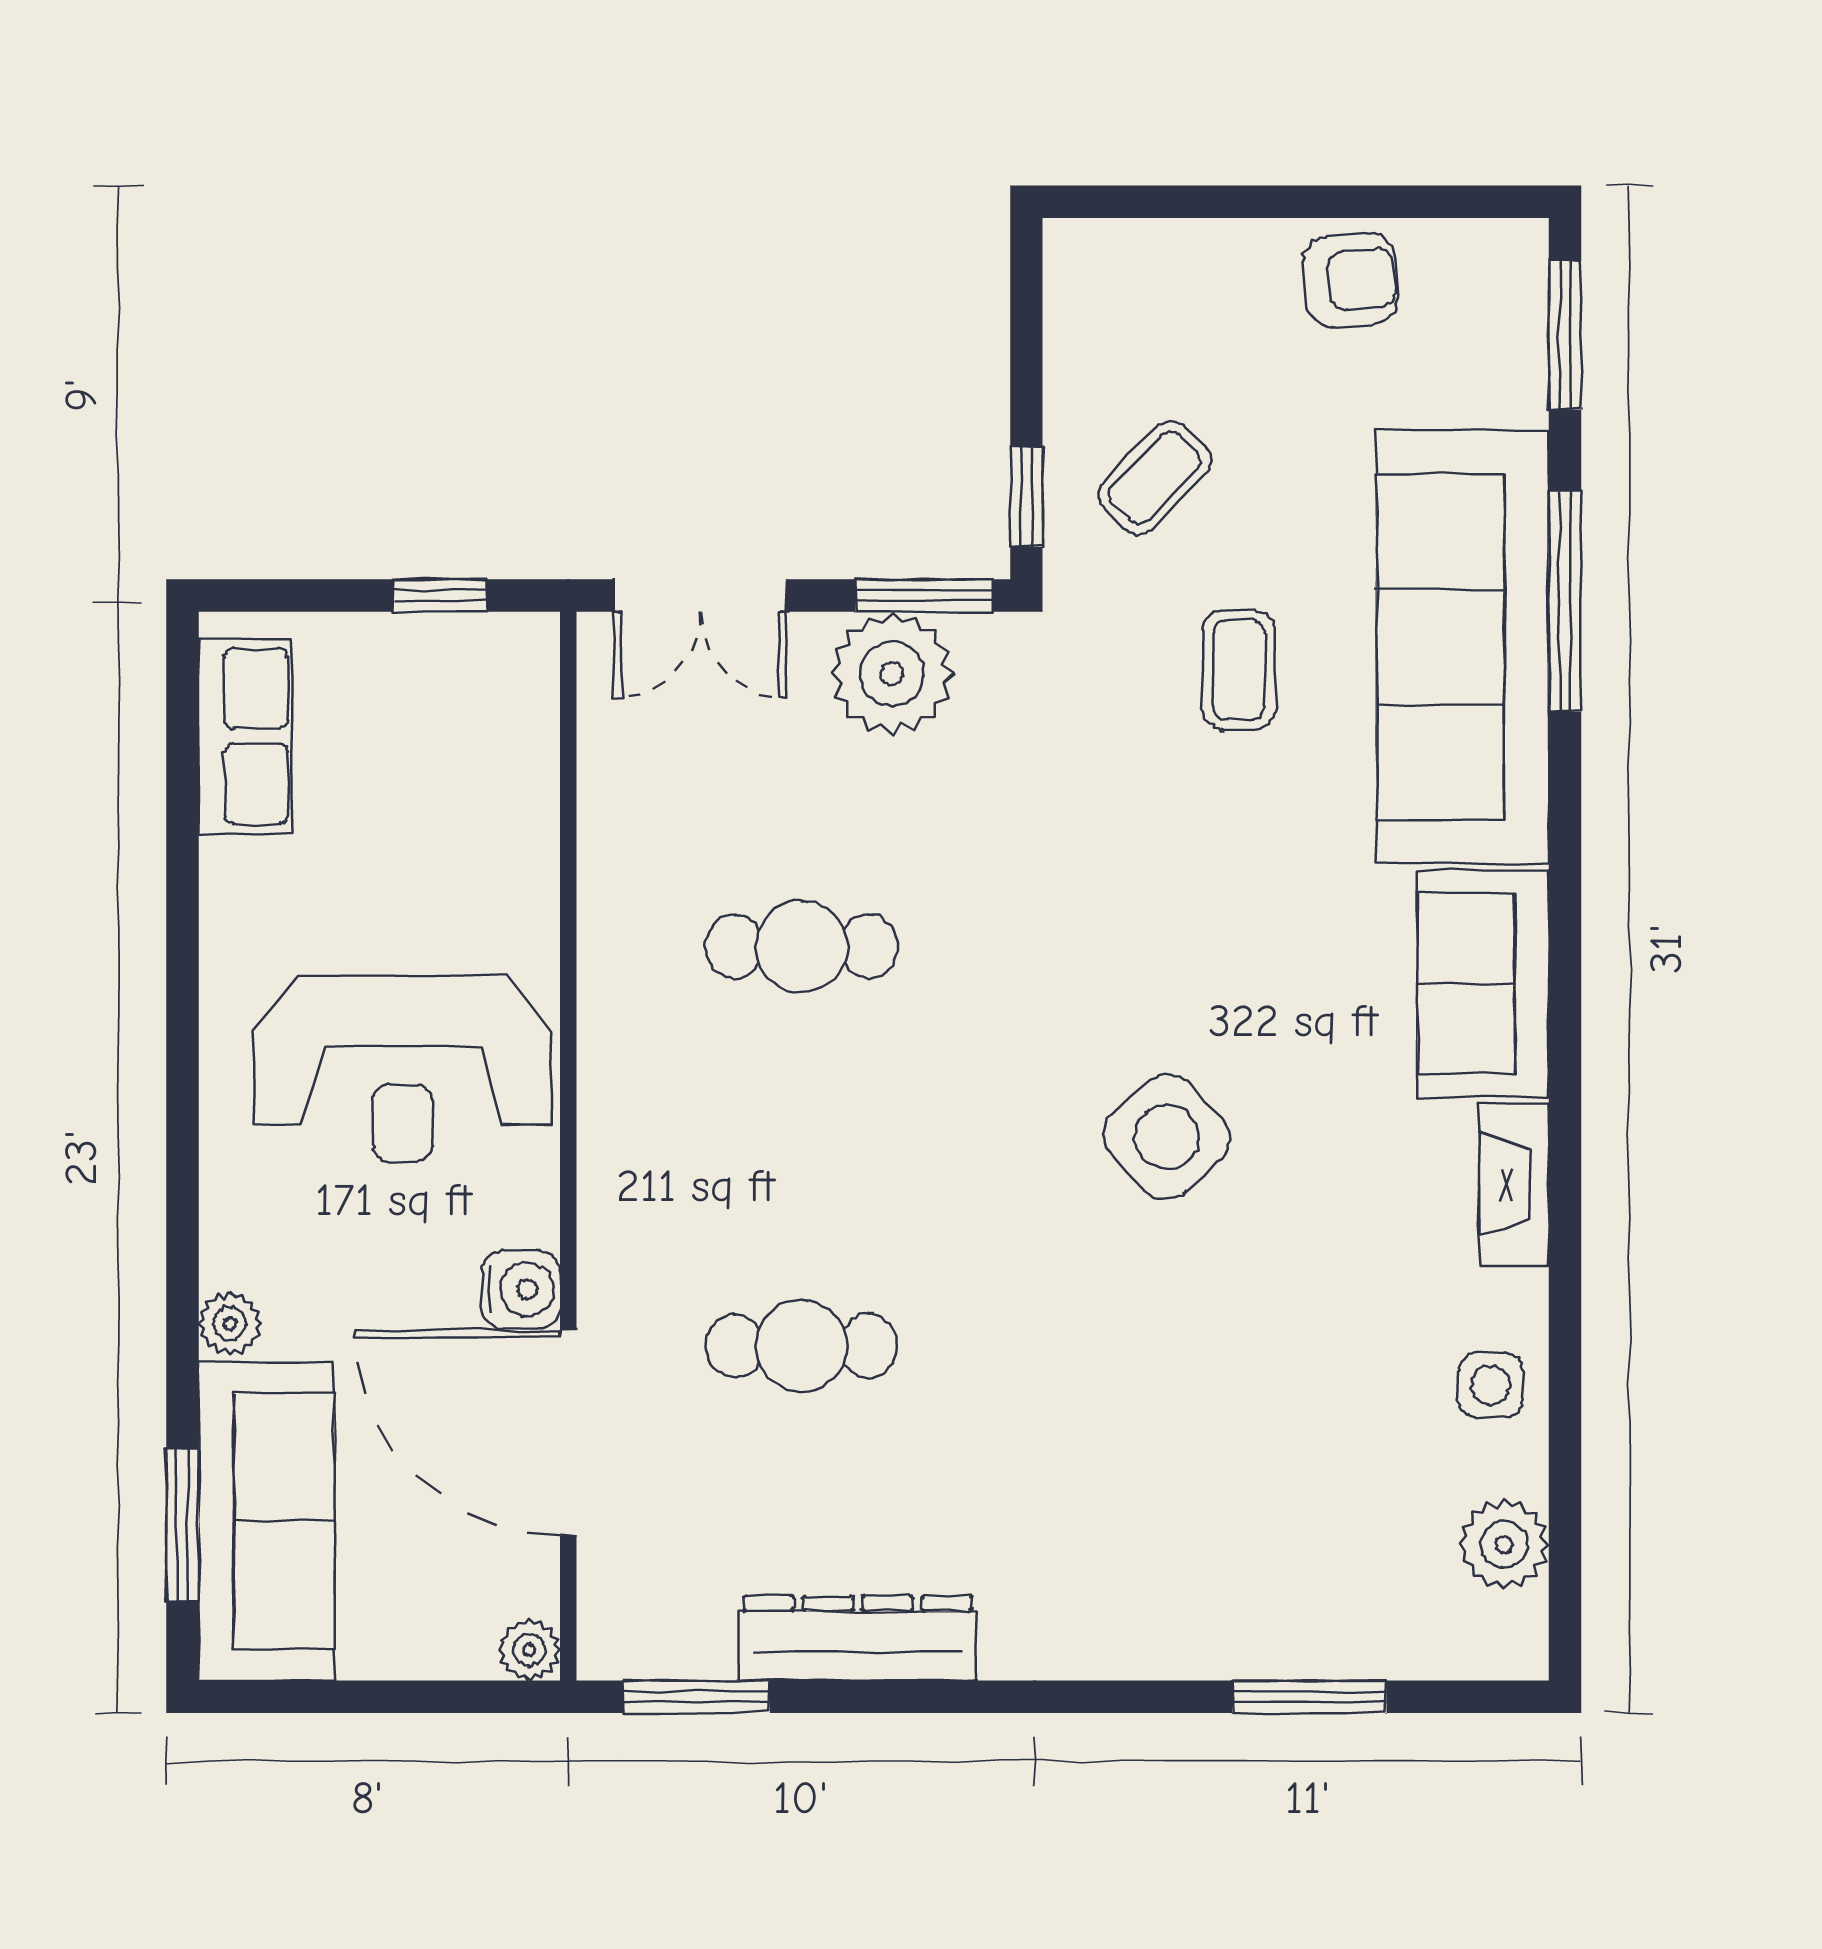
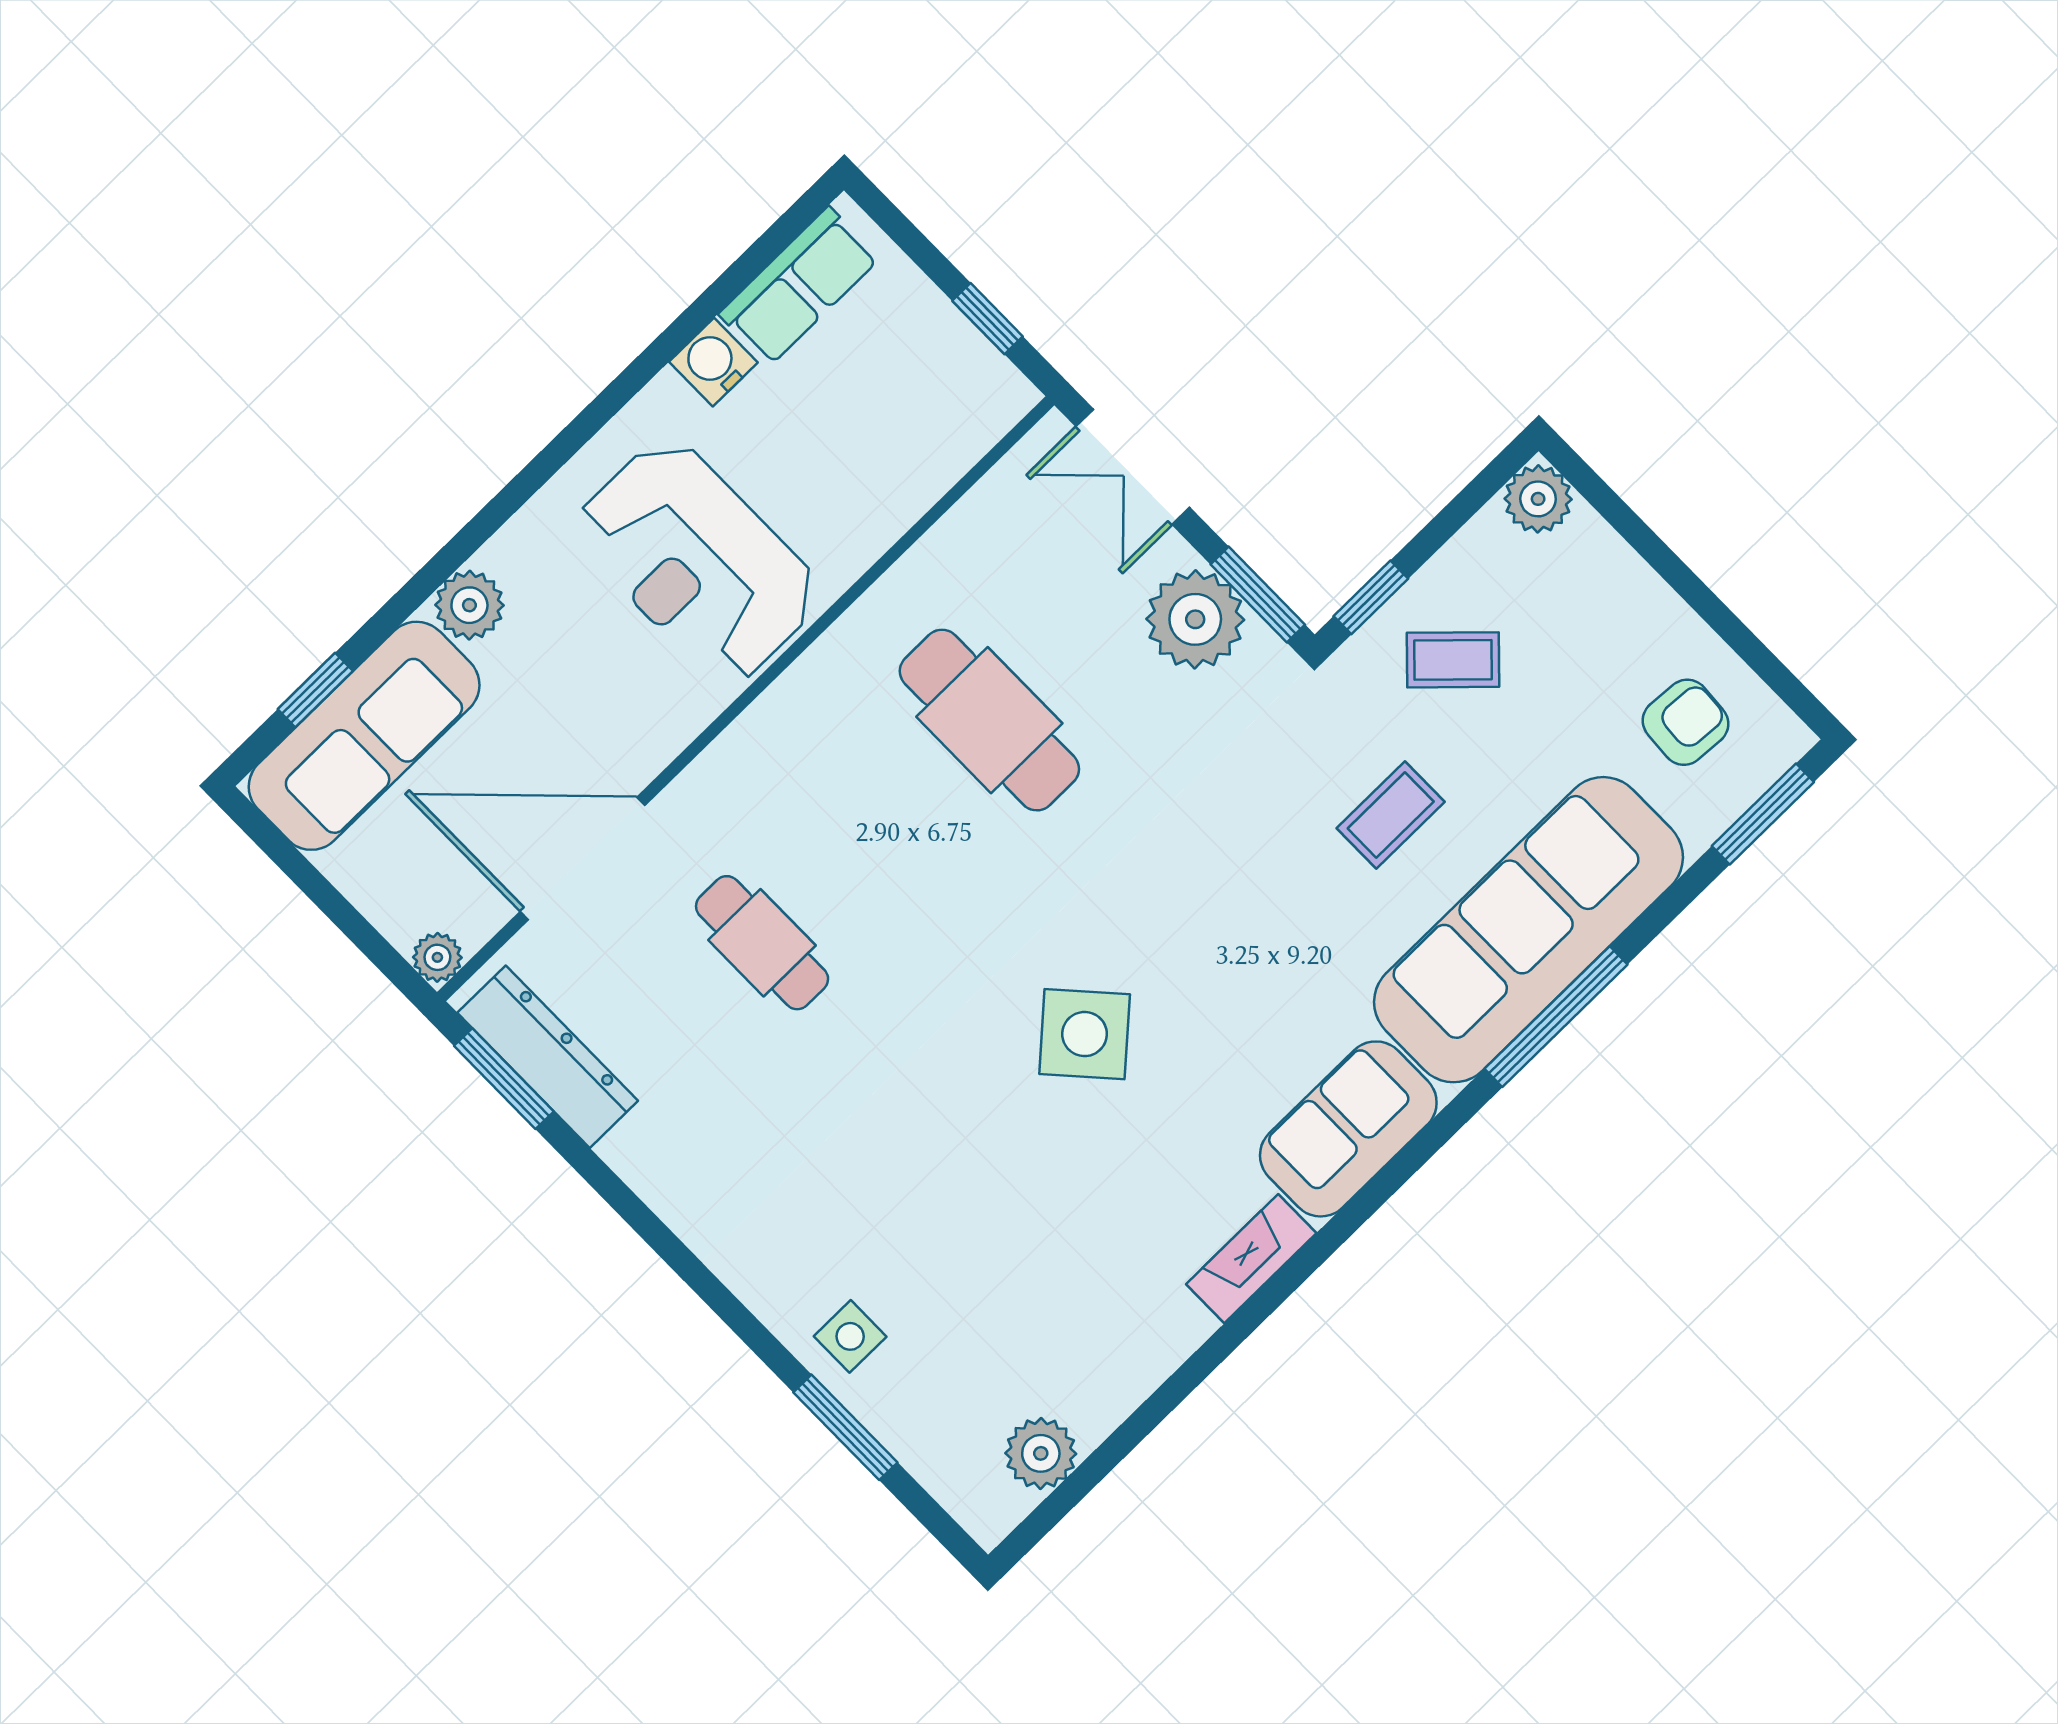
plant: (1085, 260) -> (1538, 499), added
armchair: (1350, 280) -> (1686, 722), moved, turned -81
window: (1565, 601) -> (1556, 1017), moved
cafe table: (801, 946) -> (989, 720), width x1.37, depth x1.35
water cooler: (521, 1289) -> (713, 362), moved, turned 180
plant: (230, 1324) -> (469, 605), width x1.38, depth x1.38
side table: (1491, 1385) -> (850, 1336), moved
door: (568, 1433) -> (583, 858), hinge flipped
window: (182, 1525) -> (315, 690), width x0.67
dresser: (858, 1638) -> (548, 1057), moved

